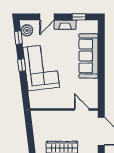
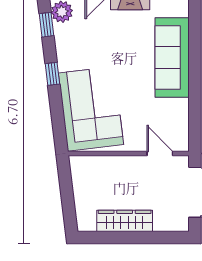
corner sofa: (41, 67) -> (91, 109), moved

